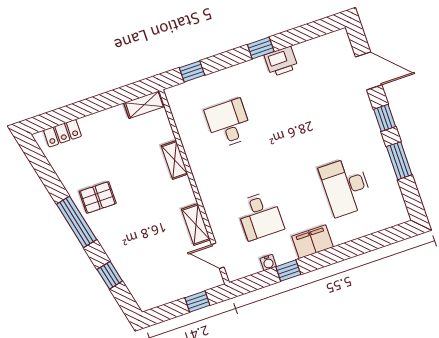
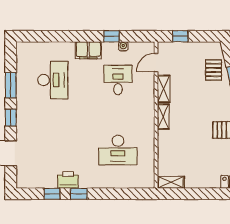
window: (192, 71) -> (52, 194), moved
desk: (229, 123) -> (118, 150), width x1.37
shelving: (174, 160) -> (163, 117), moved
door: (218, 256) -> (156, 63), swing flipped
pallet: (138, 272) -> (214, 70), added

